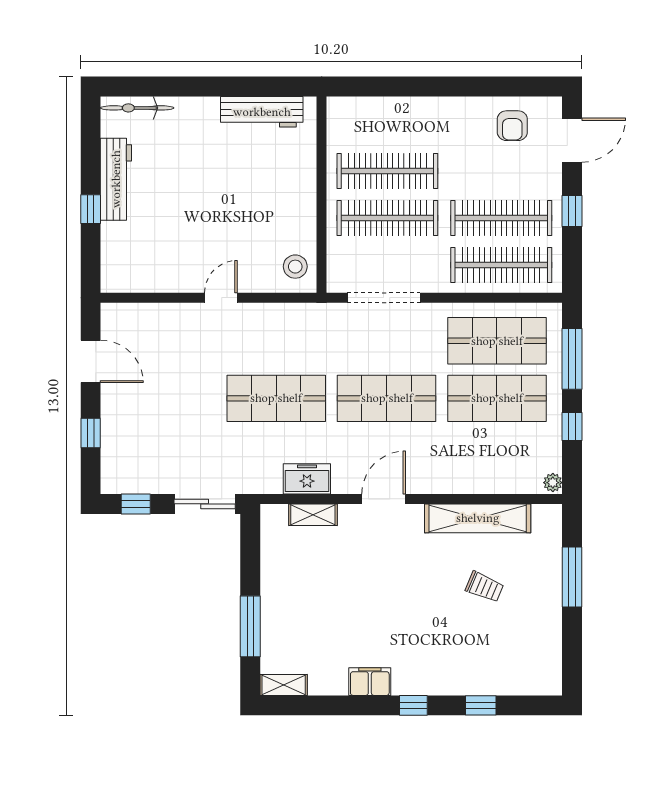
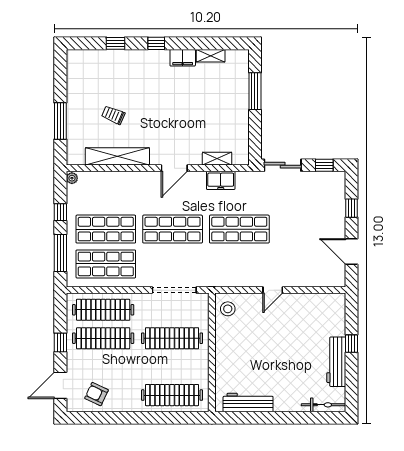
armchair: (512, 126) -> (96, 394), turned -65
clothes rail: (387, 171) -> (172, 395), moved
shelving: (284, 685) -> (211, 56), moved

